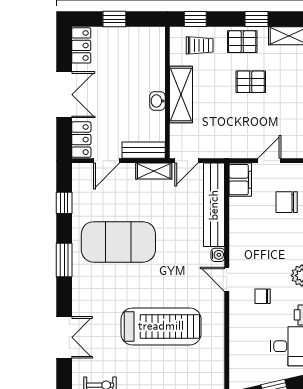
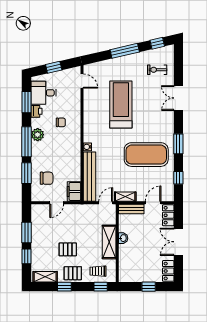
door: (227, 279) -> (82, 81), moved
treadmill: (161, 326) -> (121, 104), turned 90

